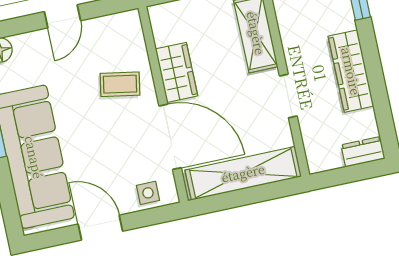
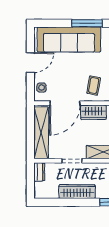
dresser: (363, 152) -> (39, 172), moved

